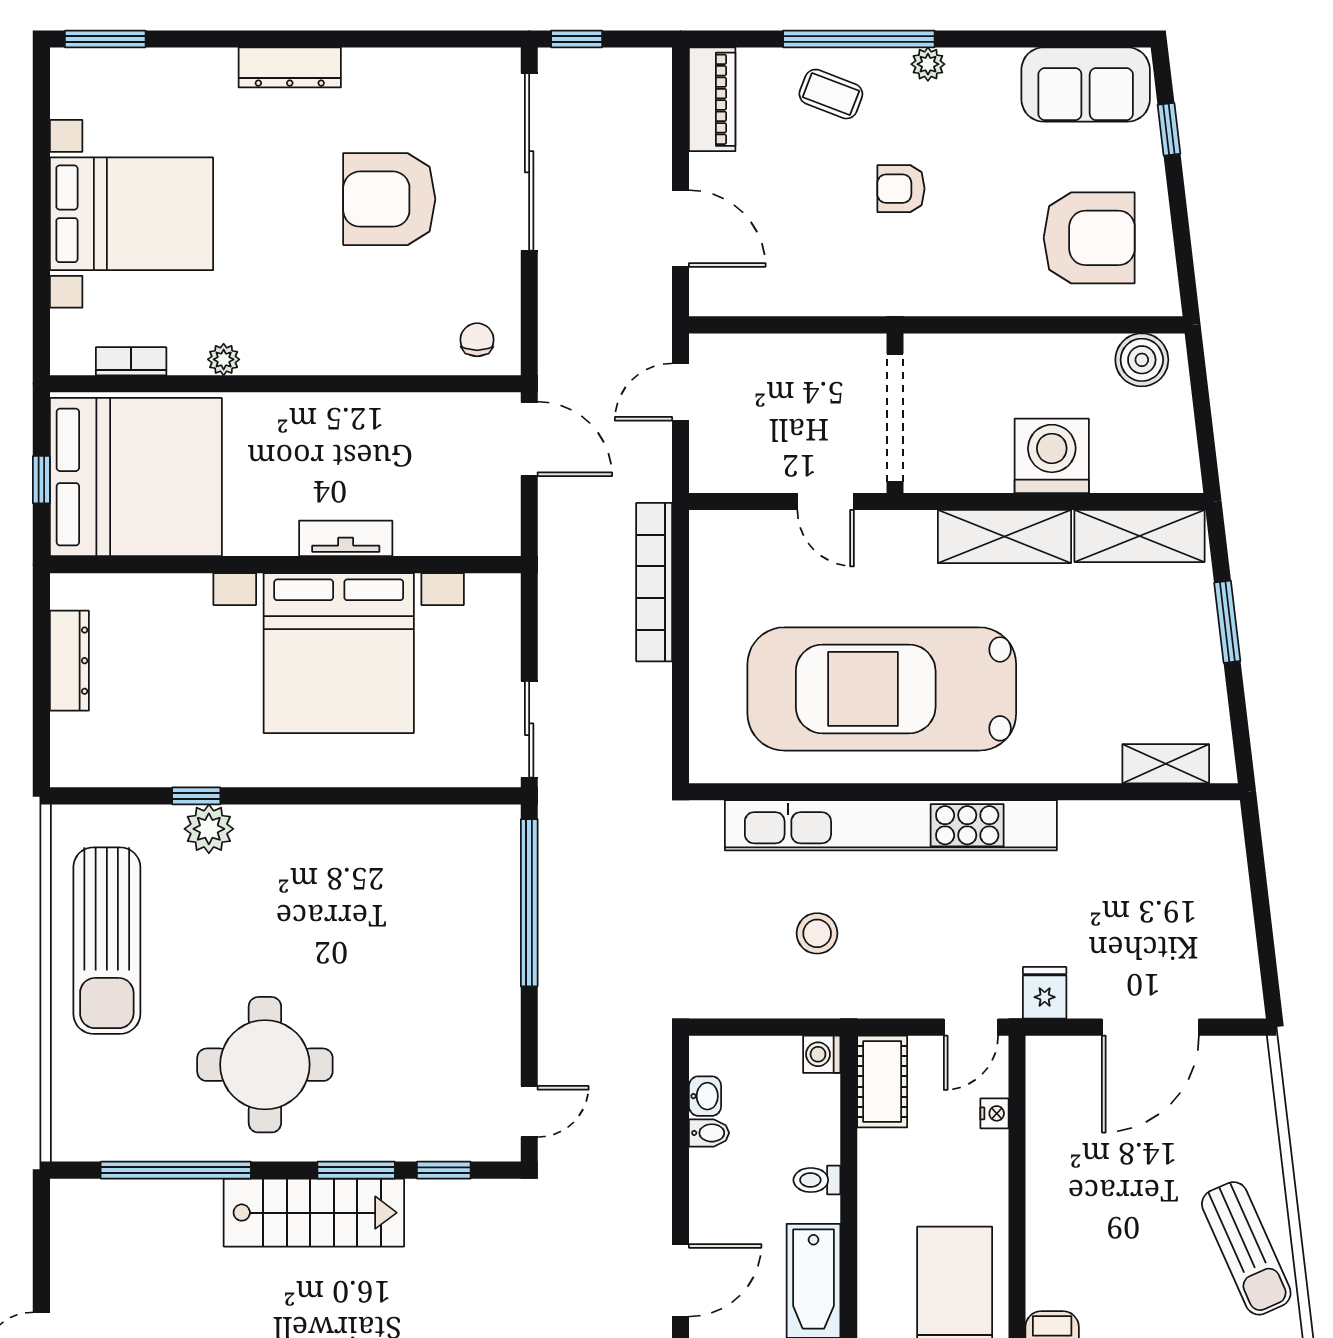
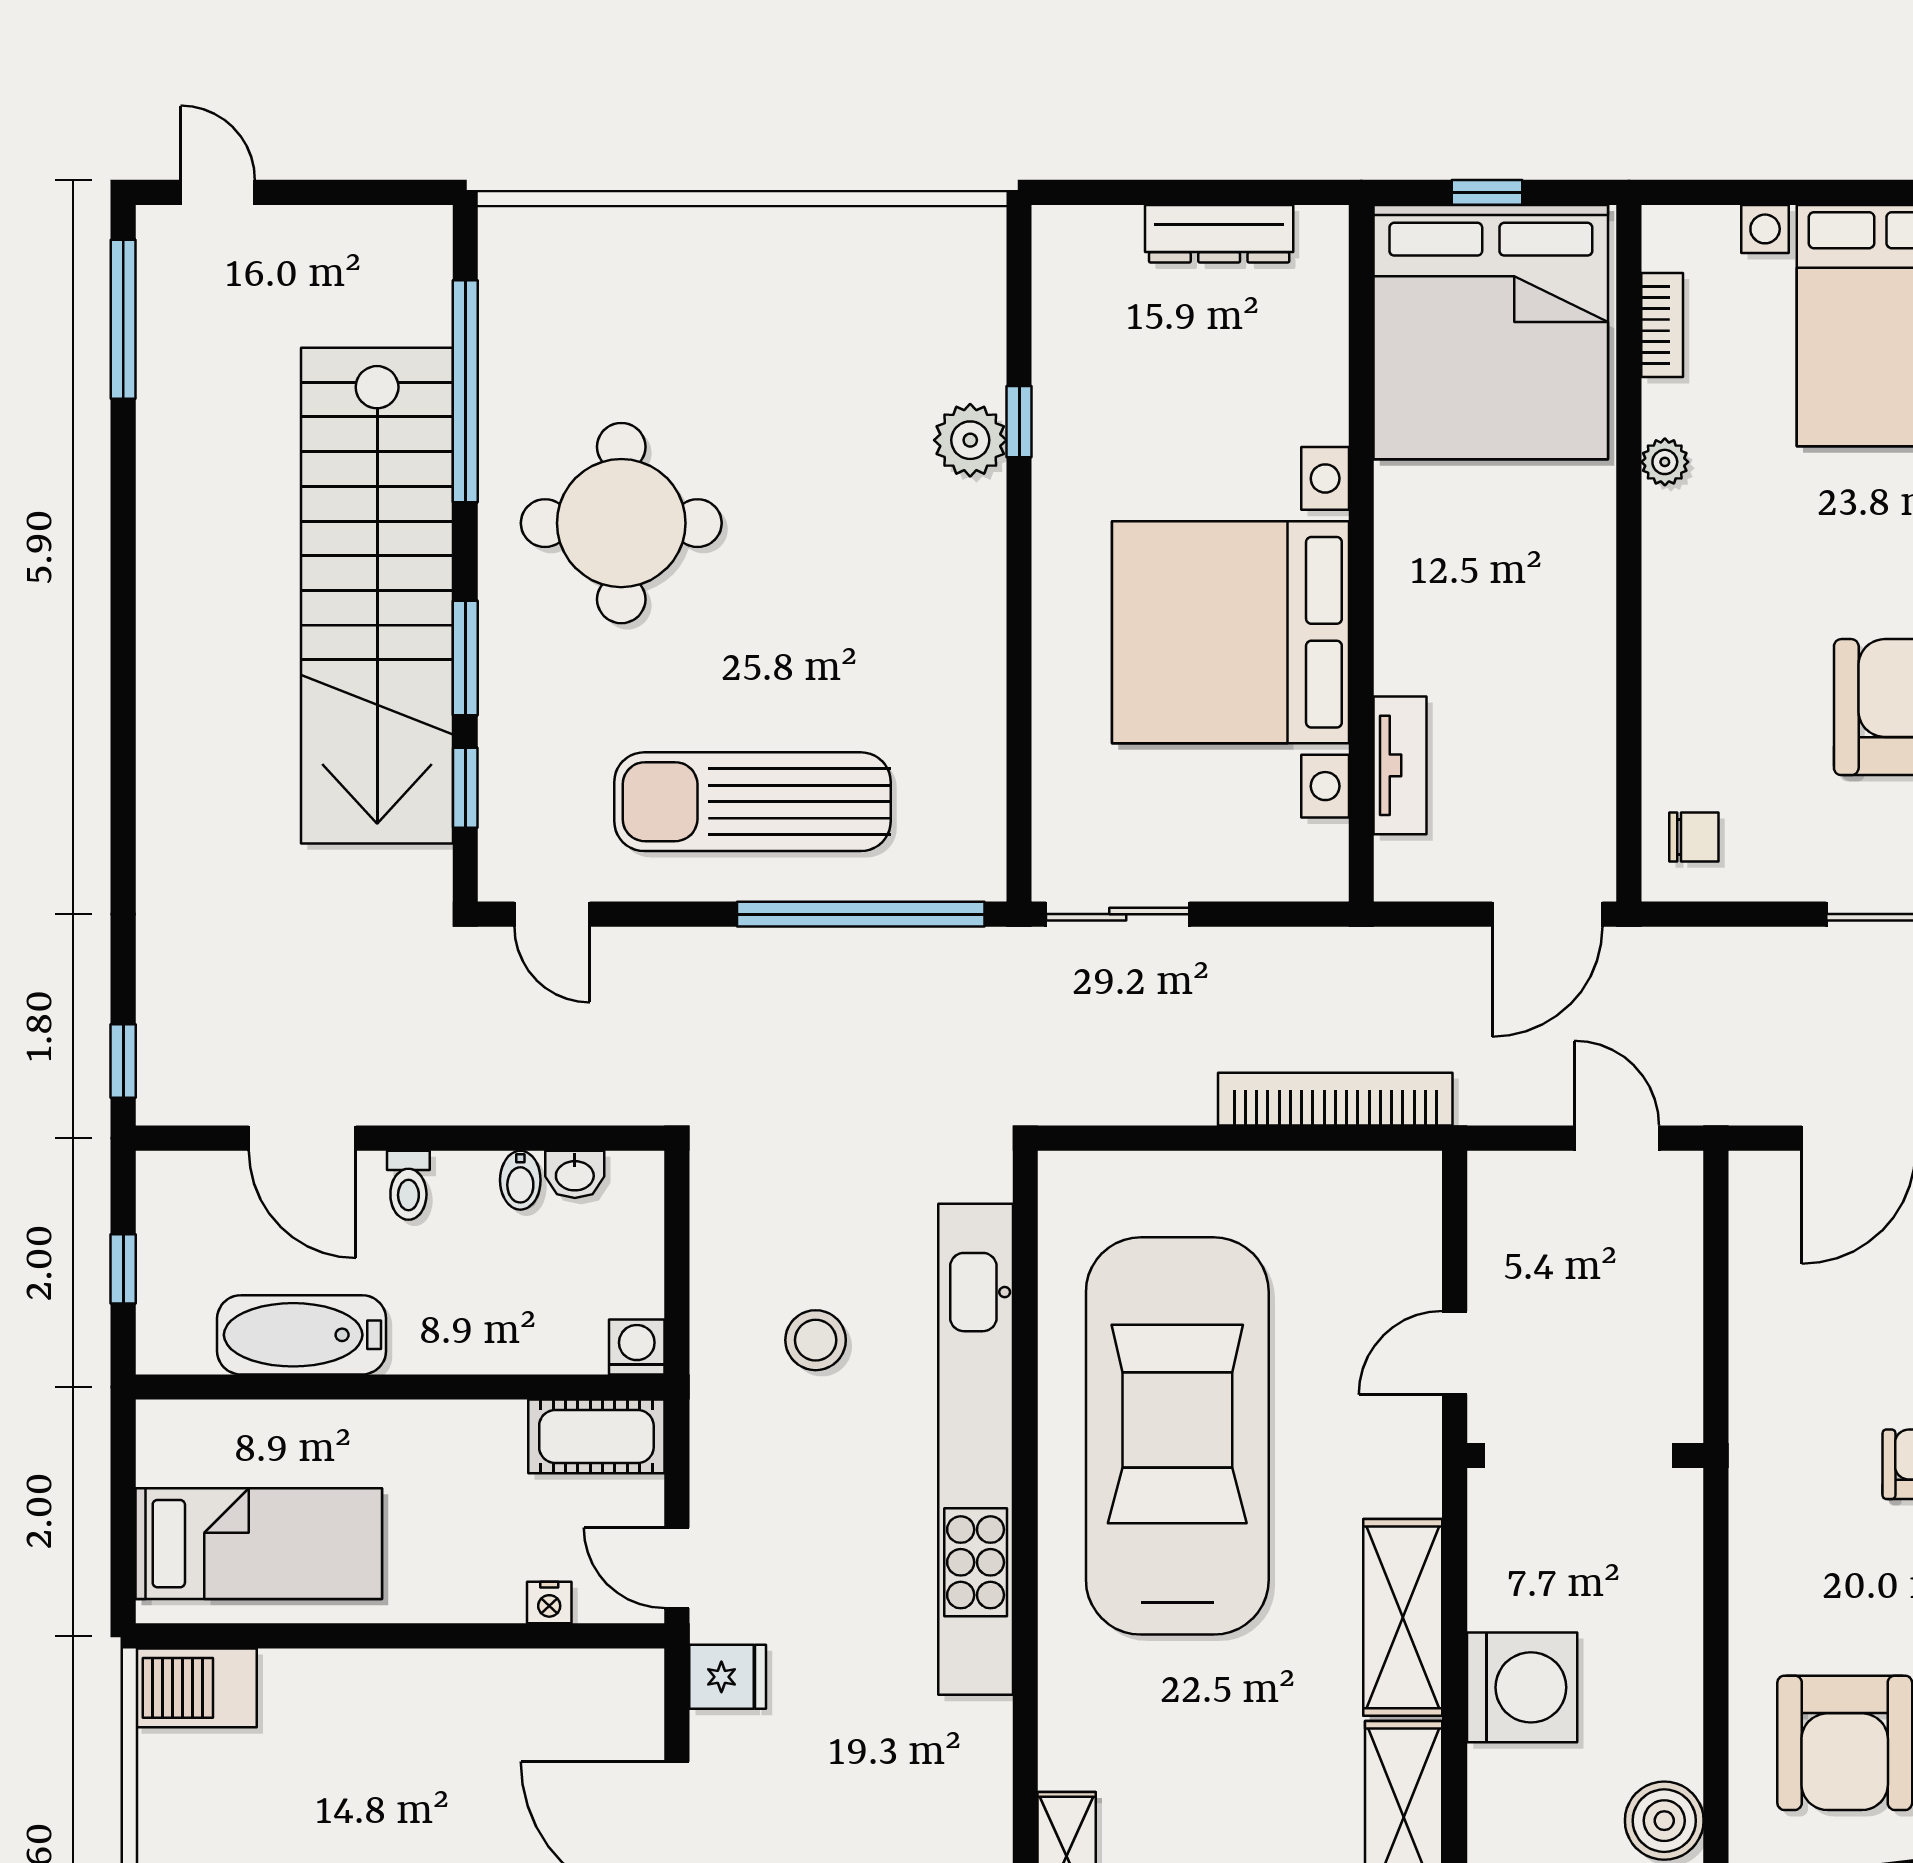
tv unit: (346, 538) -> (1400, 765), moved
sun lounger: (107, 941) -> (753, 802), moved
toilet: (817, 1180) -> (408, 1185), moved, turned 180
stairs: (314, 1213) -> (377, 596), width x1.86, depth x1.51

